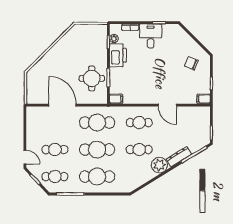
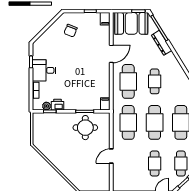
printer: (118, 55) -> (57, 105), width x0.53, depth x0.68
door: (62, 105) -> (111, 156), width x0.53
cafe table: (139, 123) -> (128, 81), width x1.37, depth x1.35
booth: (199, 126) -> (131, 23), added
plant: (159, 165) -> (170, 62), removed

